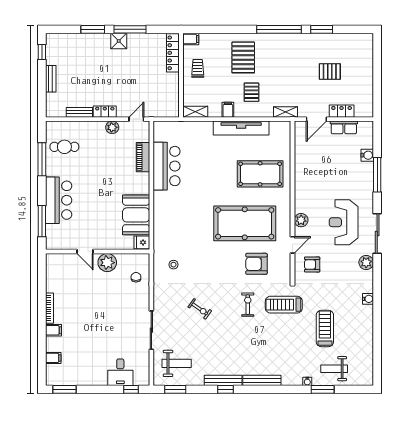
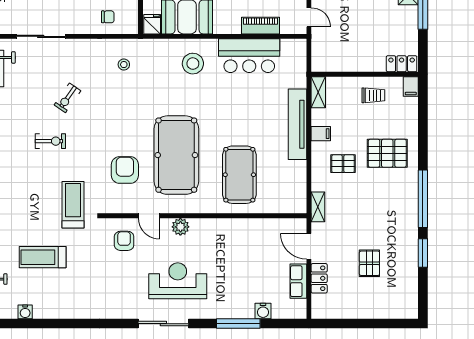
locker: (173, 53) -> (402, 64), width x0.66
tv unit: (241, 128) -> (297, 124), moved
stool: (173, 210) -> (193, 64), added
plant: (366, 262) -> (127, 310), removed
water cooler: (368, 299) -> (25, 312), moved
exercise bike: (248, 305) -> (50, 141), moved
treadmill: (325, 328) -> (43, 257), turned 180

